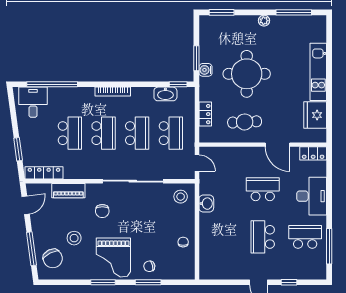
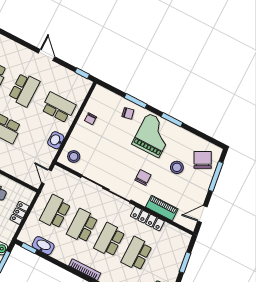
locker: (44, 173) -> (147, 219), moved
school desk: (220, 237) -> (58, 107), added
window: (289, 282) -> (82, 73), moved

